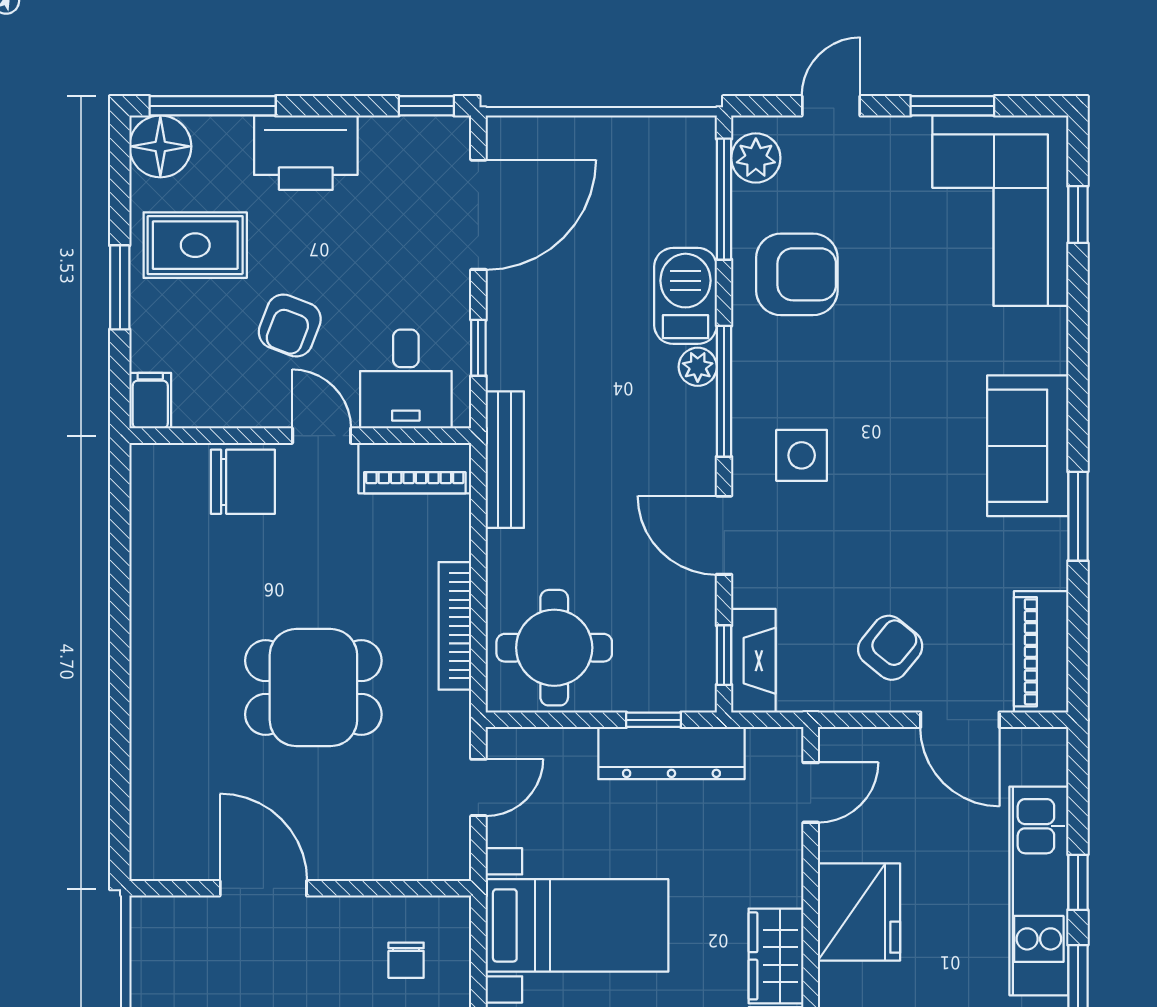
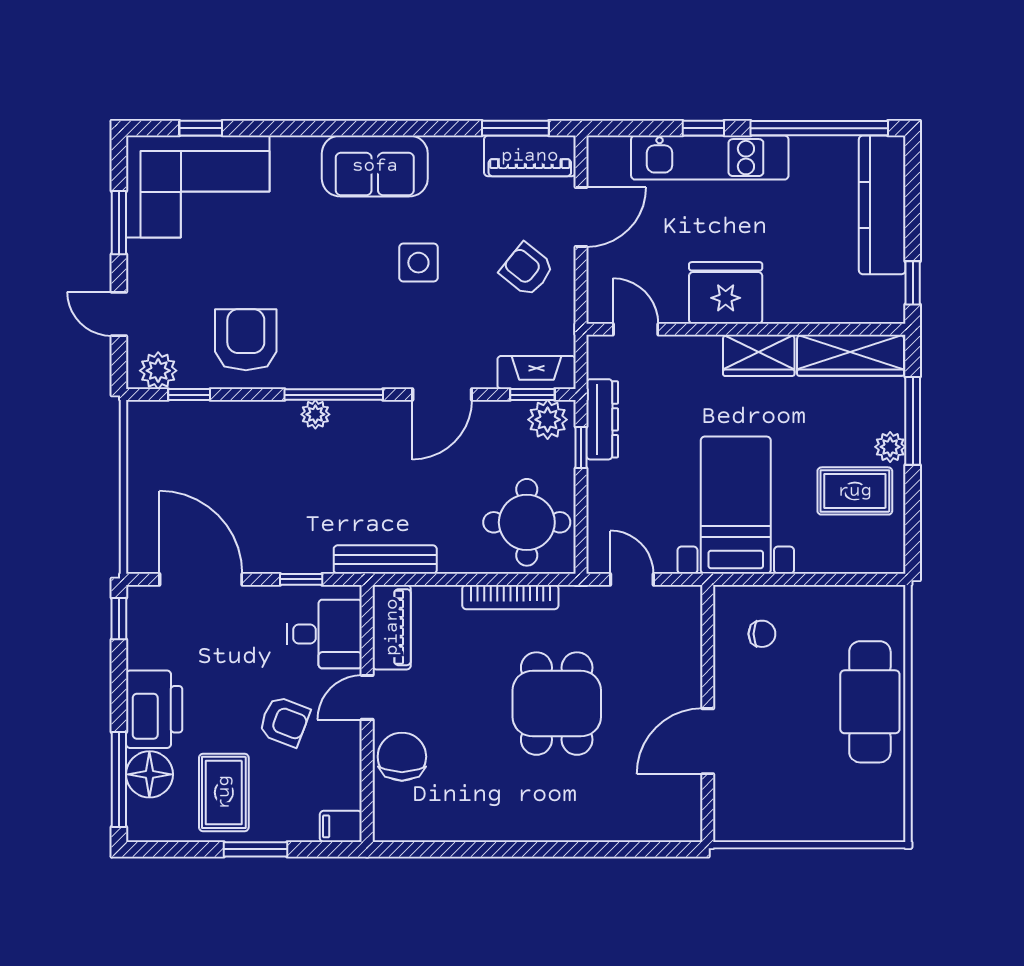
floor lamp: (160, 146) -> (149, 774), moved
window: (724, 199) -> (189, 395), width x0.46
barbecue: (685, 296) -> (262, 424), removed
side table: (802, 455) -> (418, 263), moved
window: (1078, 516) -> (515, 128), moved
plant: (691, 675) -> (548, 420), added
dresser: (671, 753) -> (602, 419), width x0.73, depth x0.80

